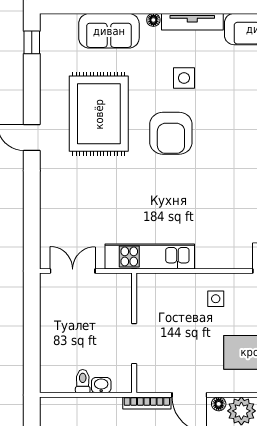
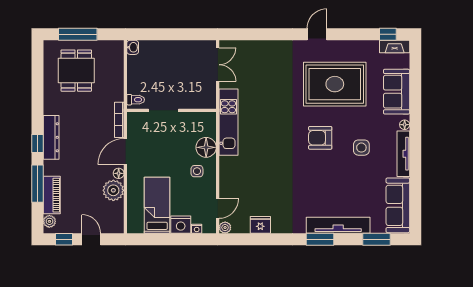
fireplace: (48, 33) -> (395, 46), added
armchair: (171, 133) -> (320, 138), width x0.73, depth x0.73
floor lamp: (184, 286) -> (206, 147), added
toilet: (83, 381) -> (136, 100), moved
washbasin: (101, 385) -> (133, 47), moved

